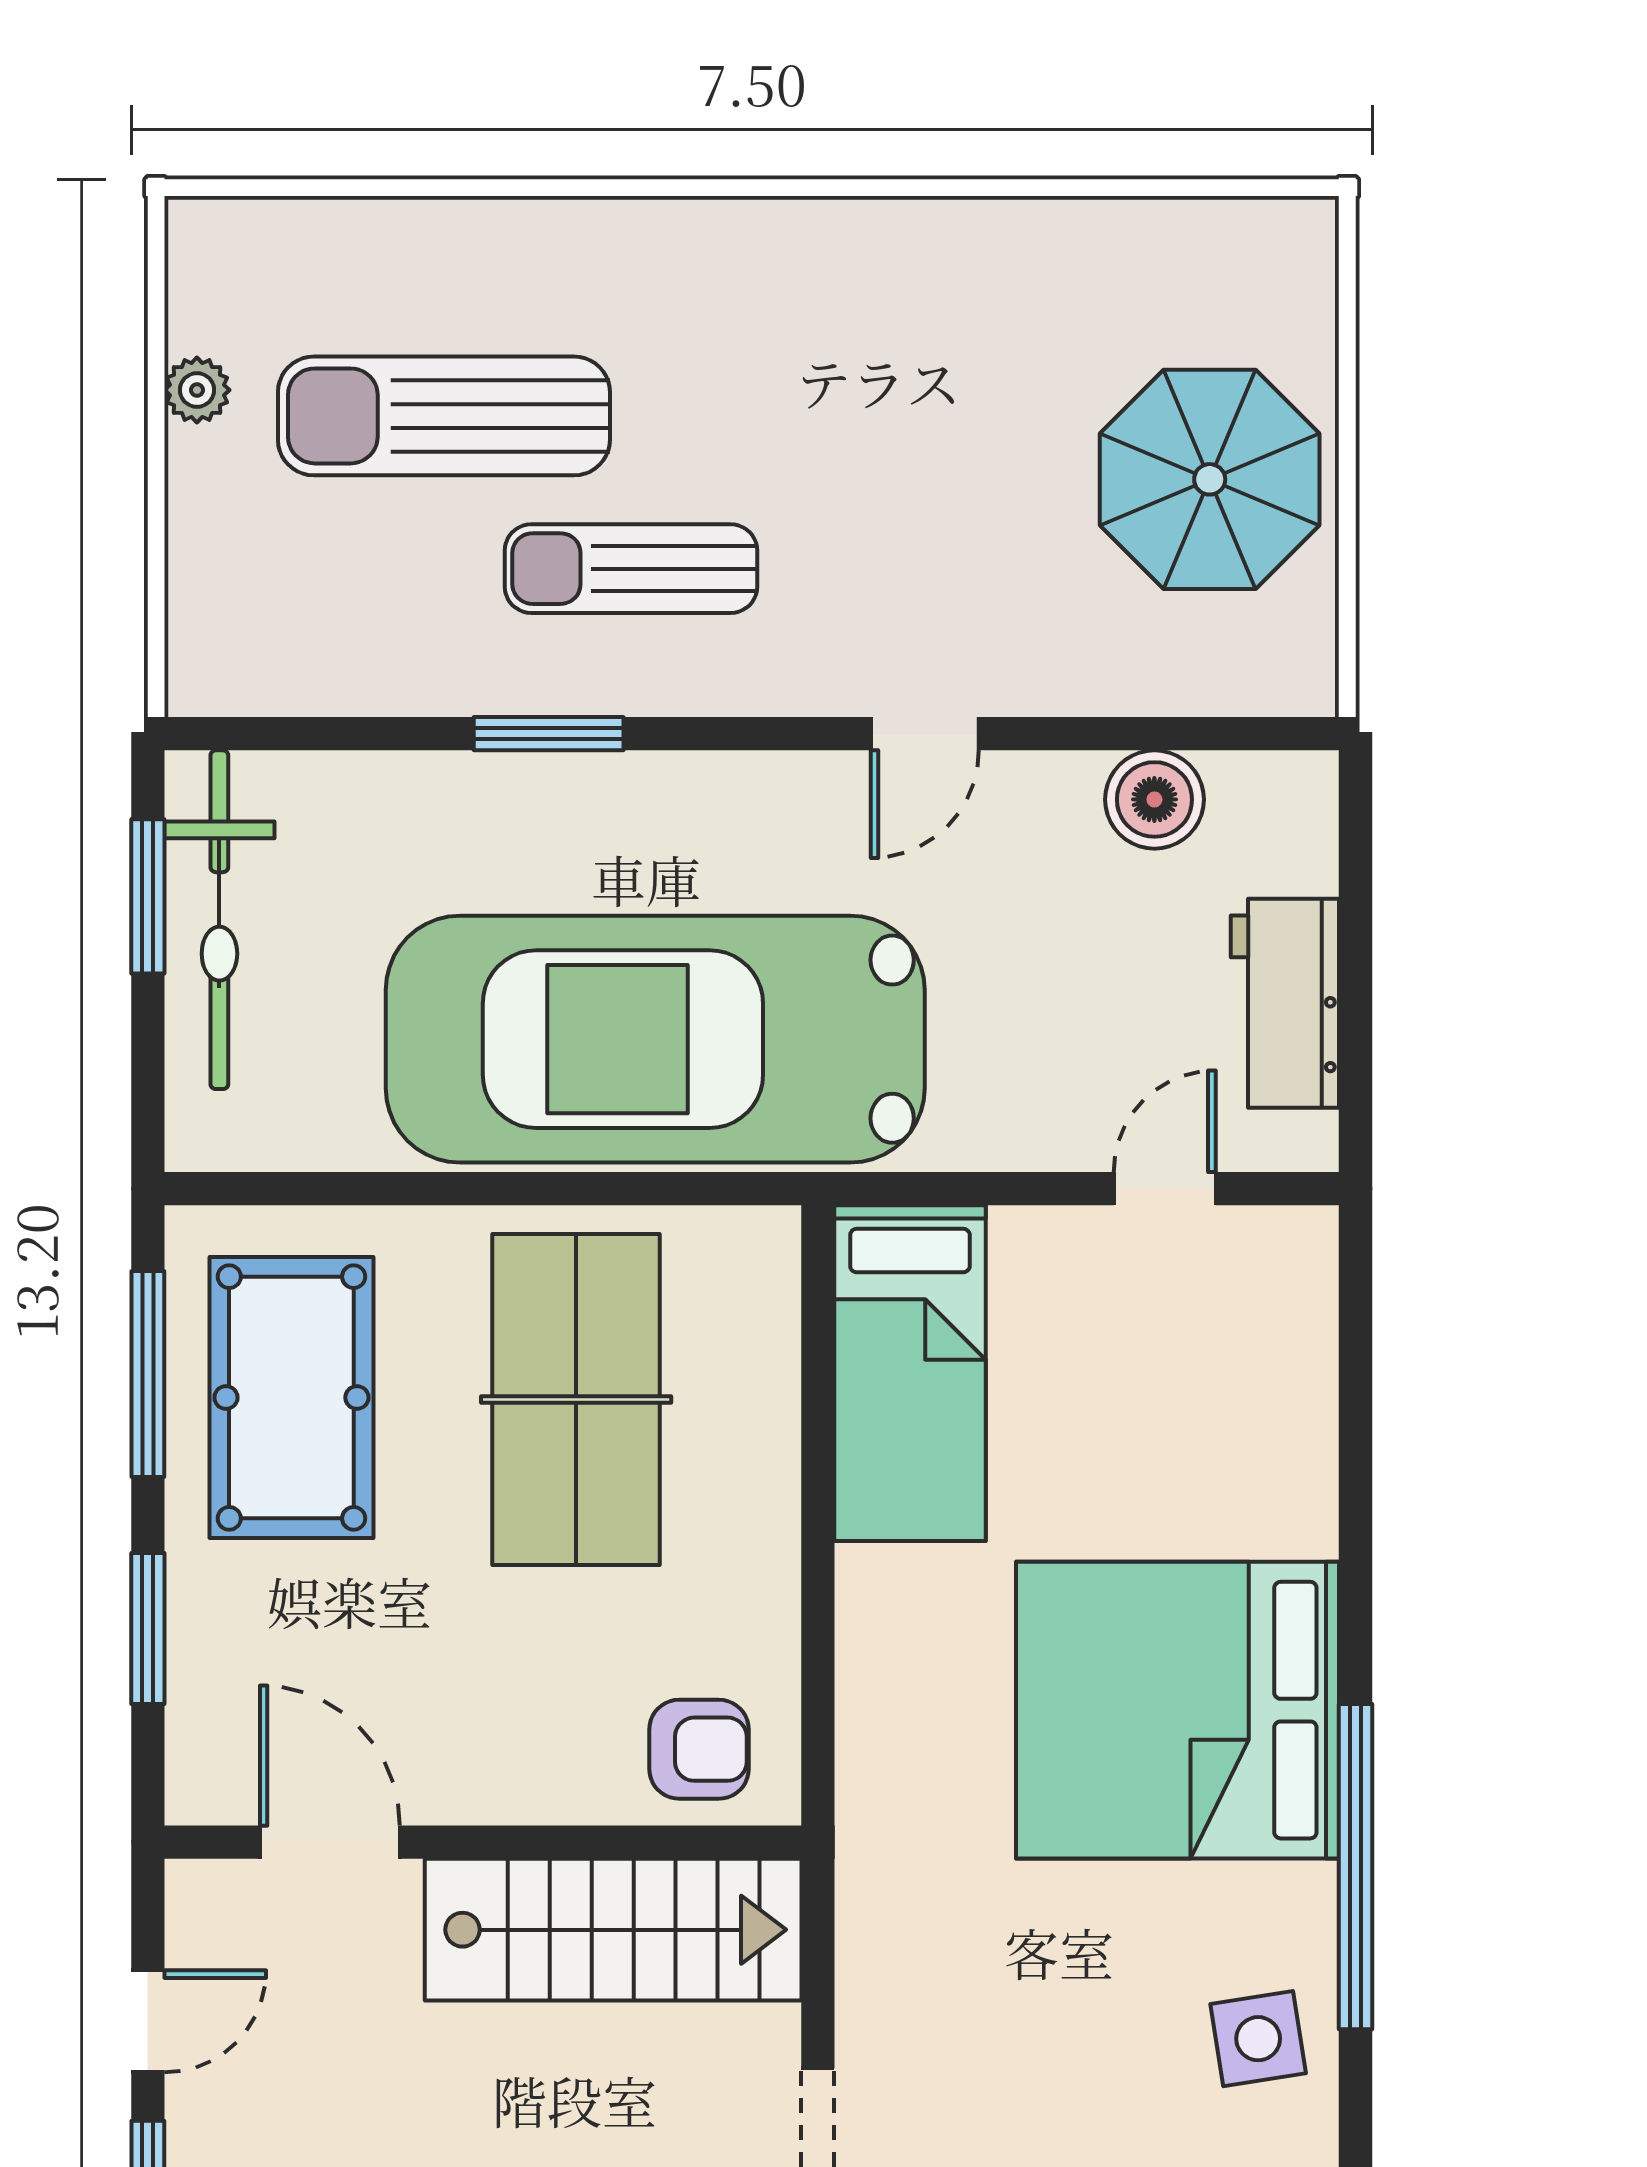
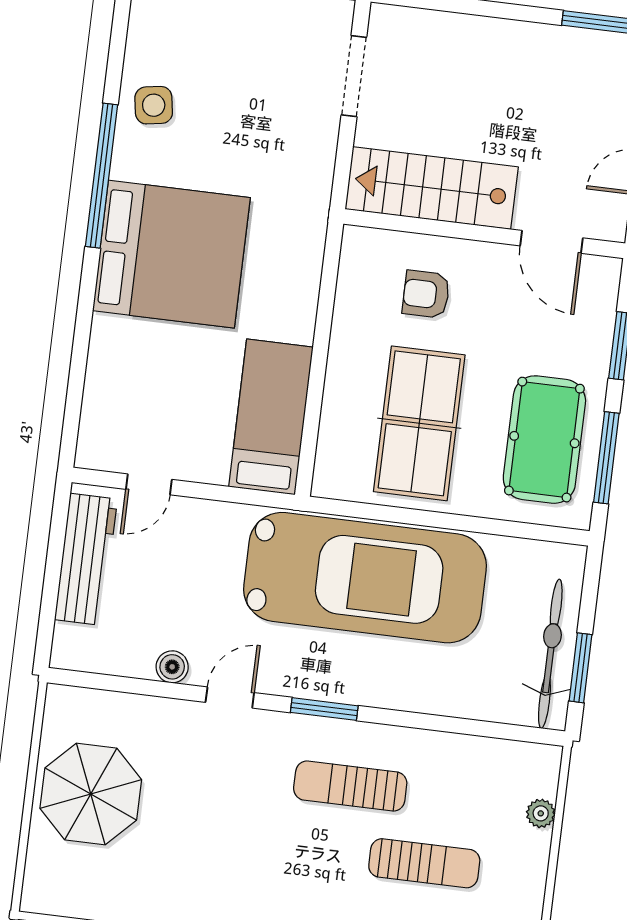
plant: (197, 390) -> (541, 813), moved
sun lounger: (444, 416) -> (424, 863), width x0.73, depth x0.75
sun lounger: (631, 569) -> (350, 786), turned 180
window: (549, 734) -> (324, 709), moved
boiler: (1154, 799) -> (172, 667), moved, width x0.73, depth x0.73
workbench: (1285, 1003) -> (86, 559), width x1.38
armchair: (699, 1749) -> (426, 294), moved

